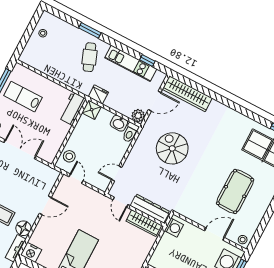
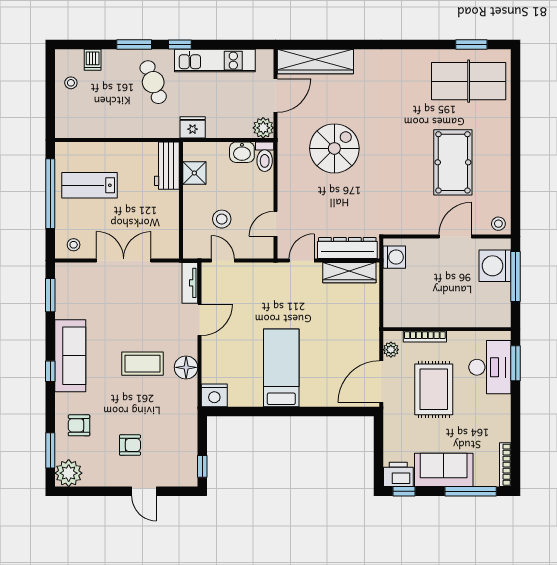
dishwasher: (62, 27) -> (93, 60), added
window: (147, 61) -> (180, 45), moved
shower: (92, 110) -> (194, 173), moved
spiral stairs: (172, 148) -> (334, 148), turned 90
stool: (69, 156) -> (222, 219), moved
door: (120, 202) -> (302, 261), swing flipped
tv unit: (16, 248) -> (190, 283), moved

